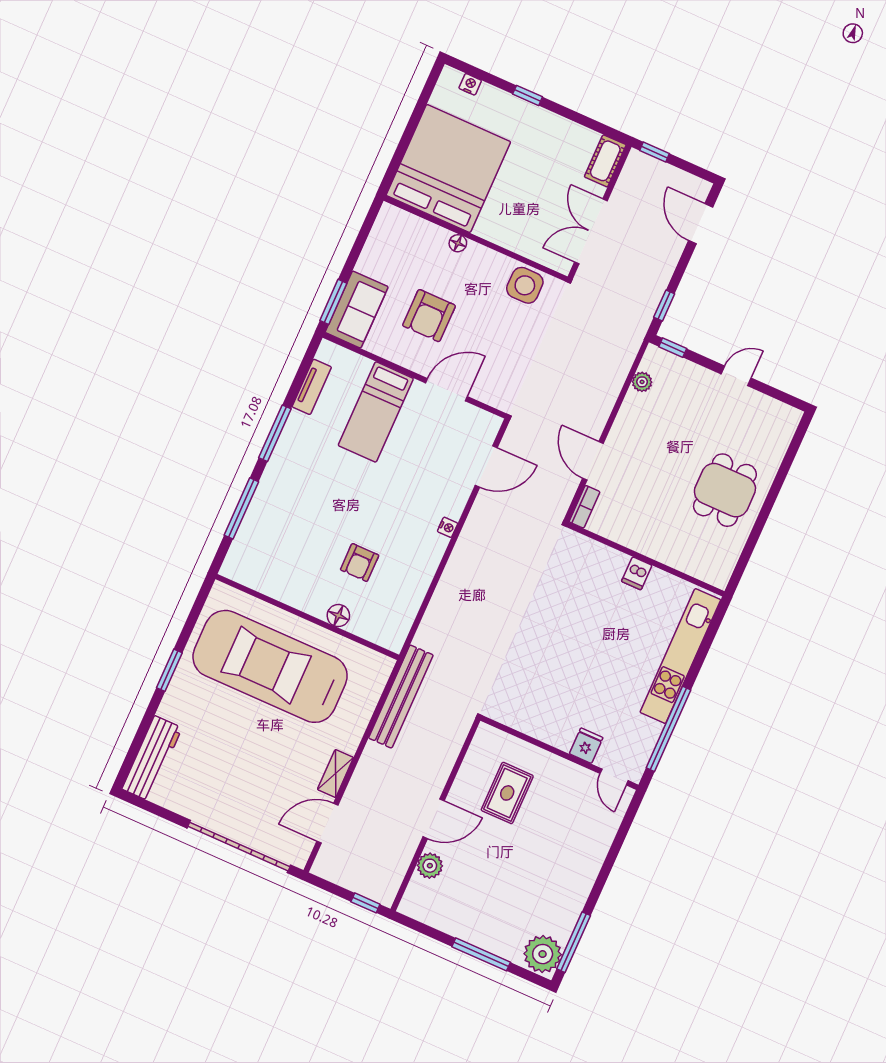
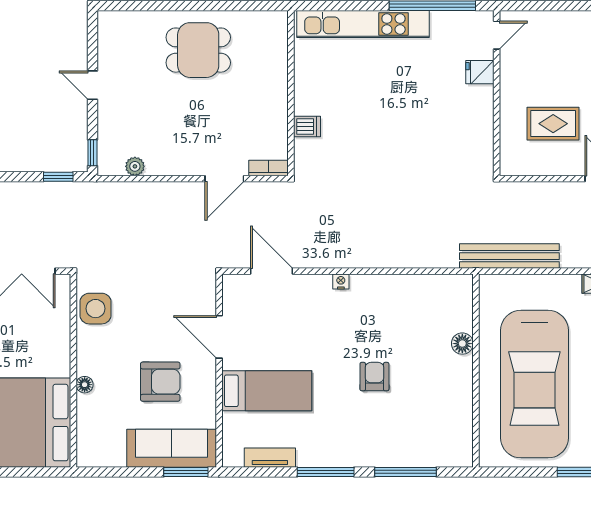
sofa: (357, 310) -> (172, 448), width x1.36
armchair: (360, 562) -> (374, 377), moved, turned -90
dishwasher: (637, 573) -> (307, 127), moved

